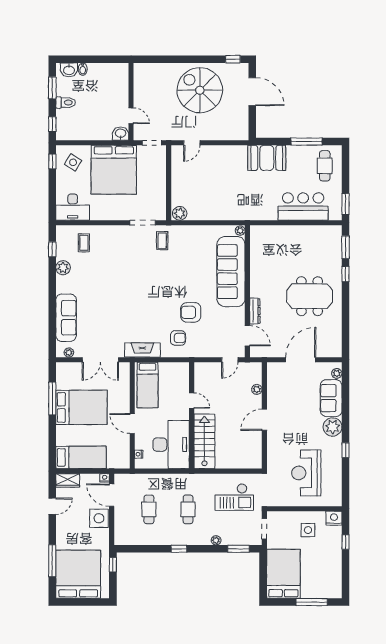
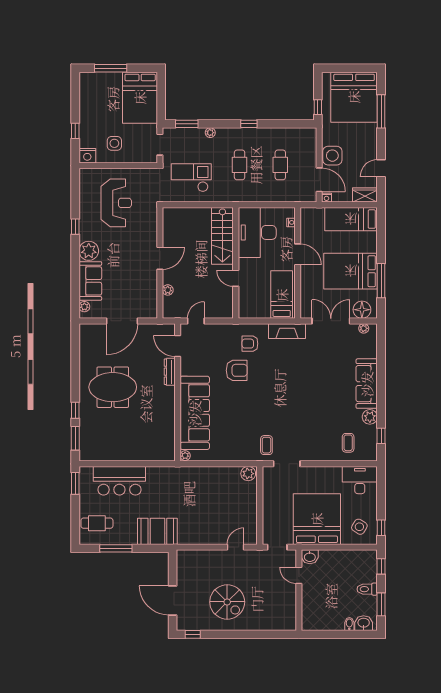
spiral stairs: (200, 90) -> (227, 602), width x0.73, depth x0.73
cafe table: (325, 166) -> (97, 523), turned 90
sofa: (66, 318) -> (367, 384), moved
floor lamp: (71, 370) -> (362, 310), added

